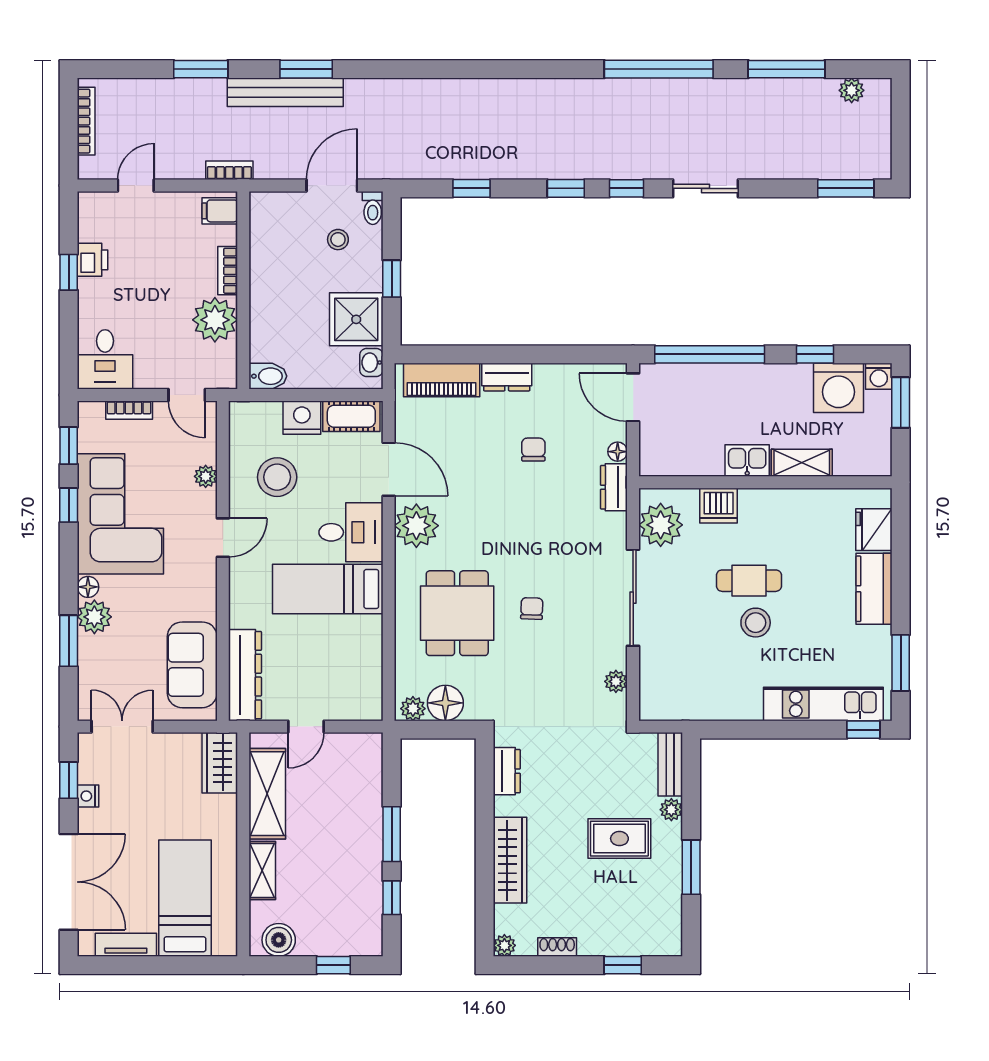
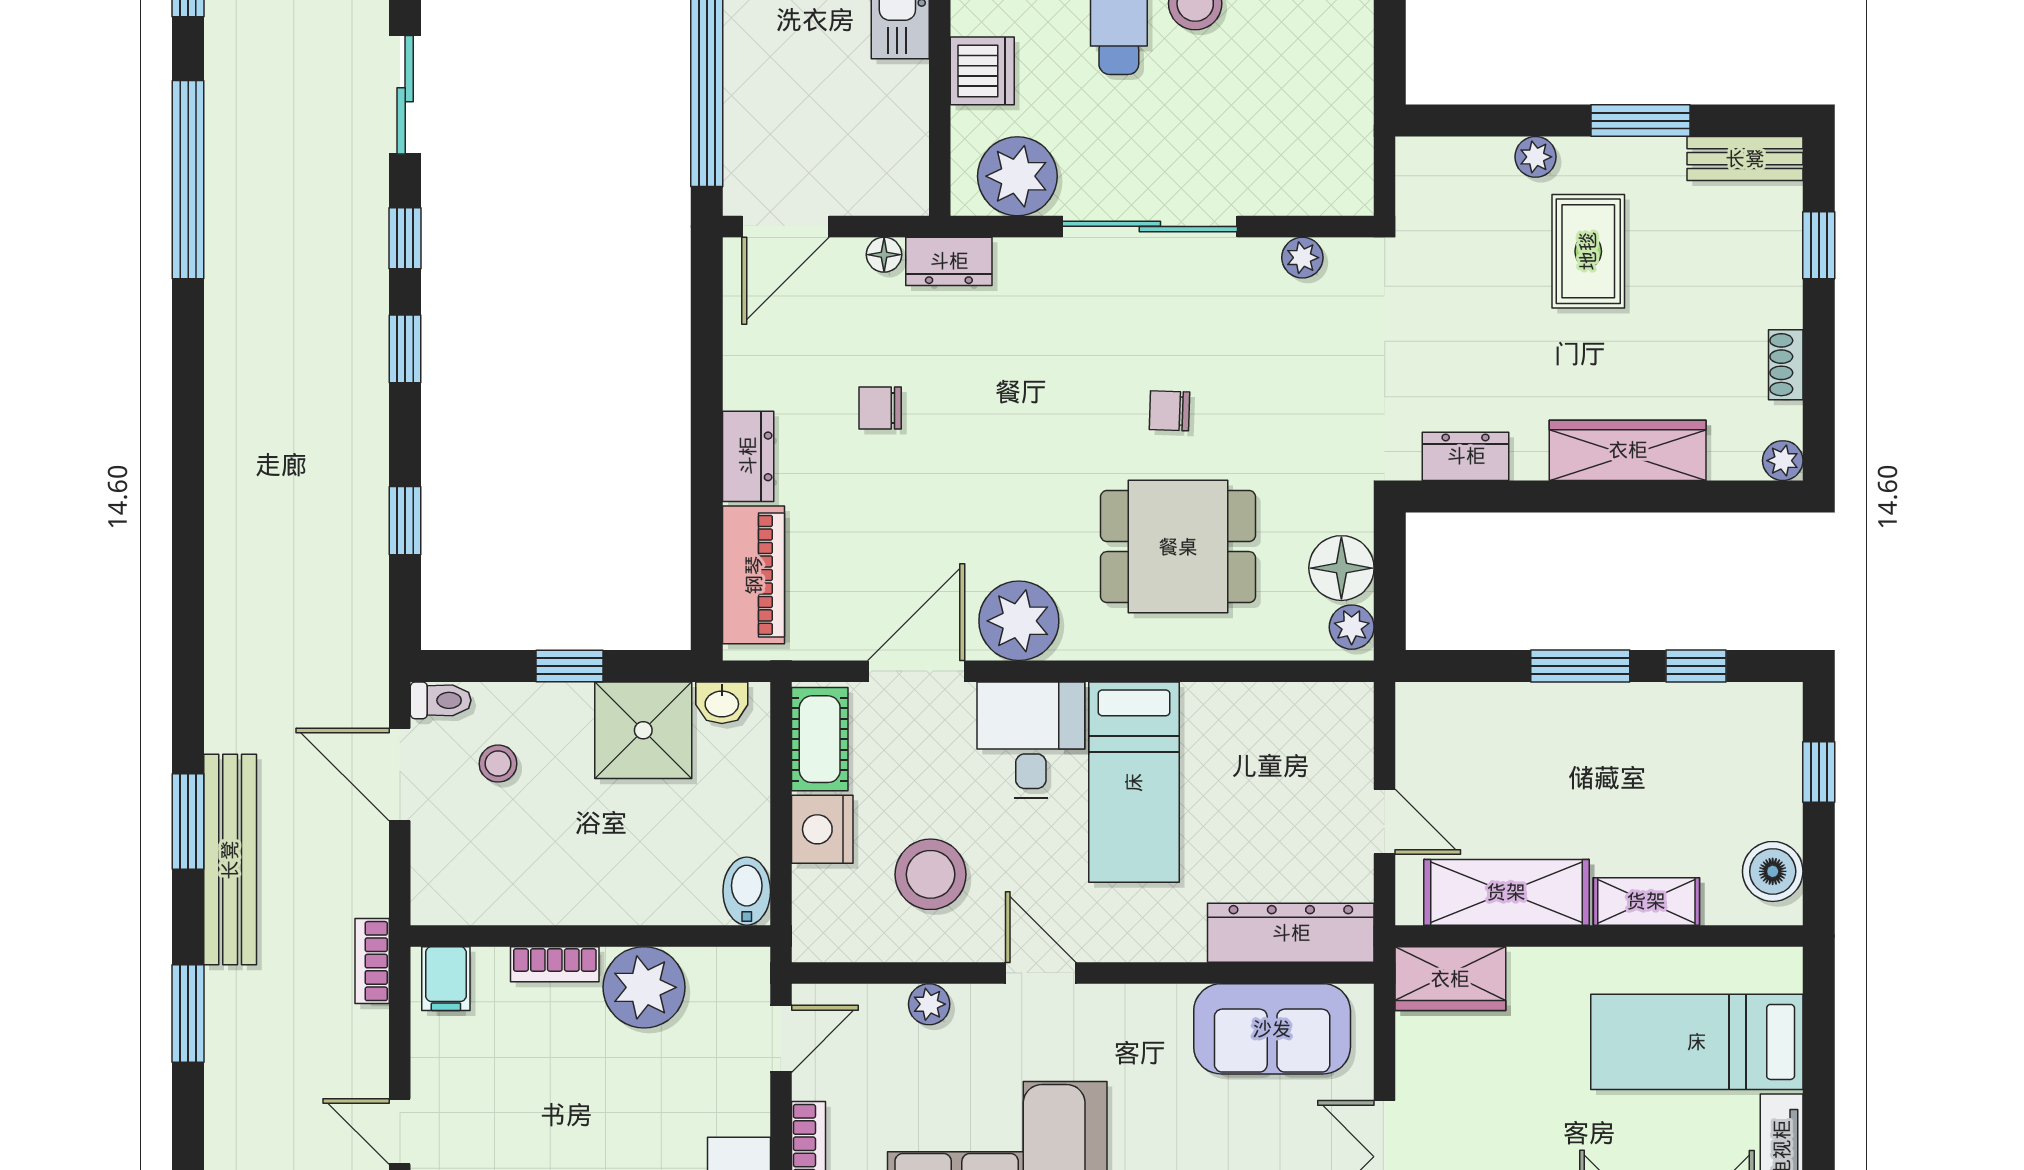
bench: (670, 764) -> (1745, 159), moved

